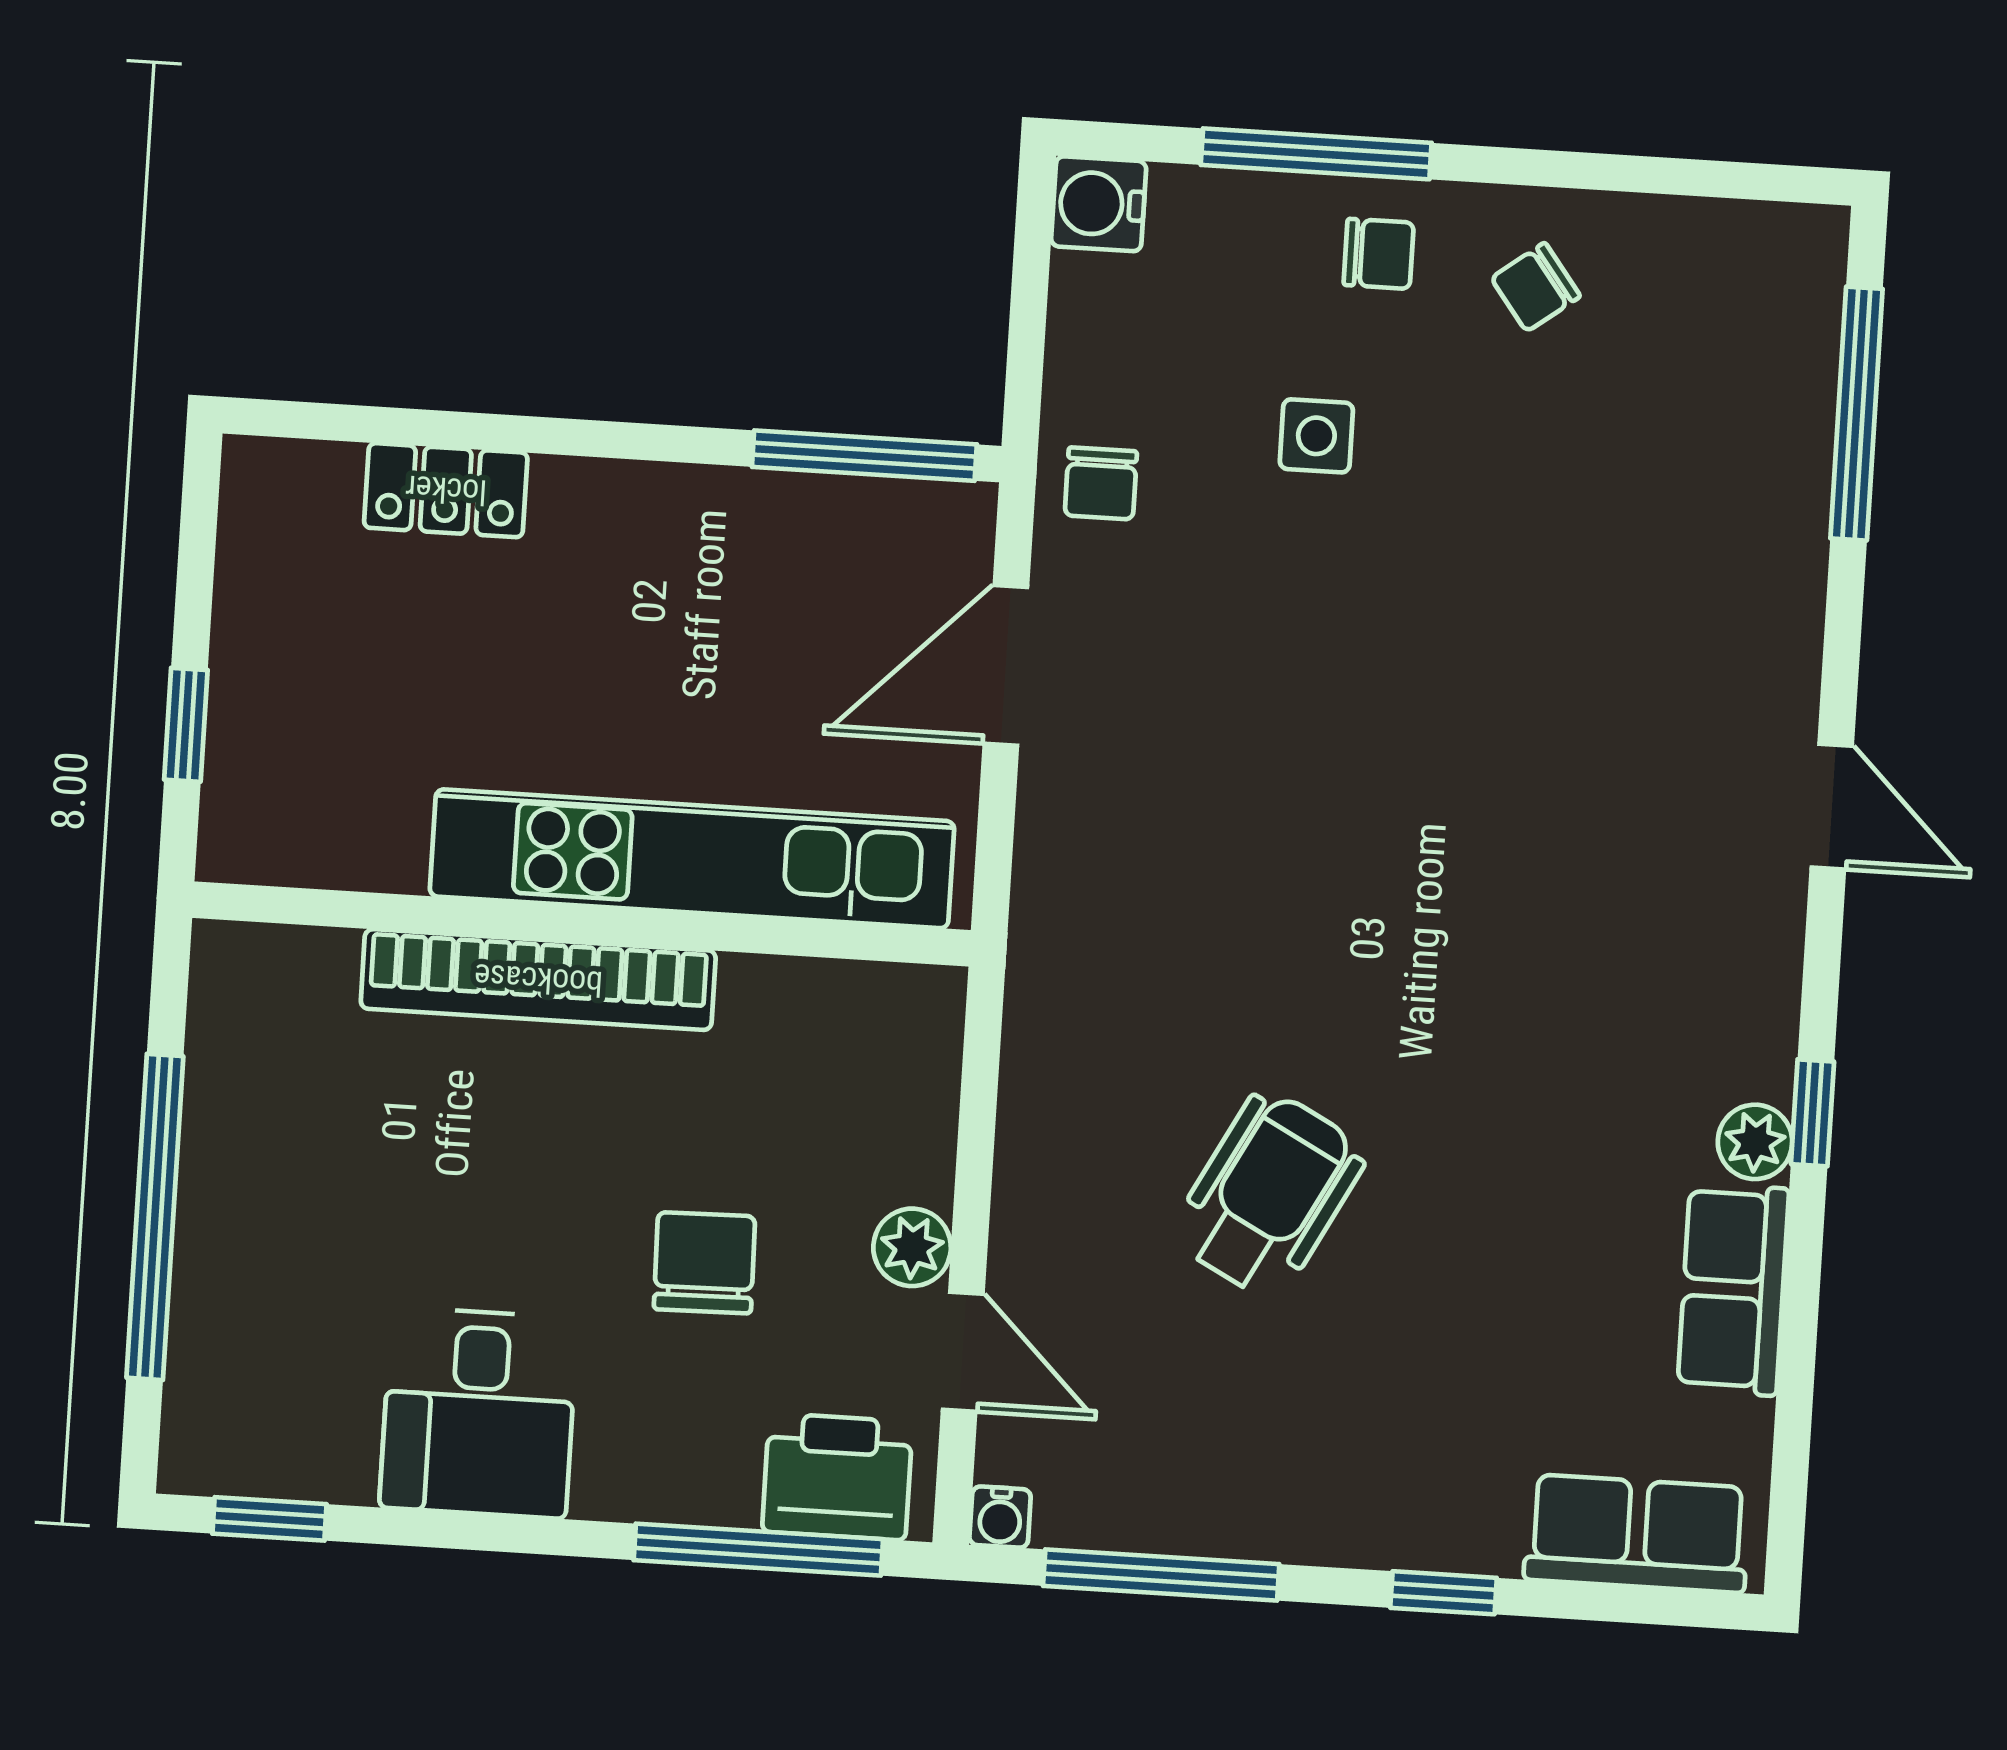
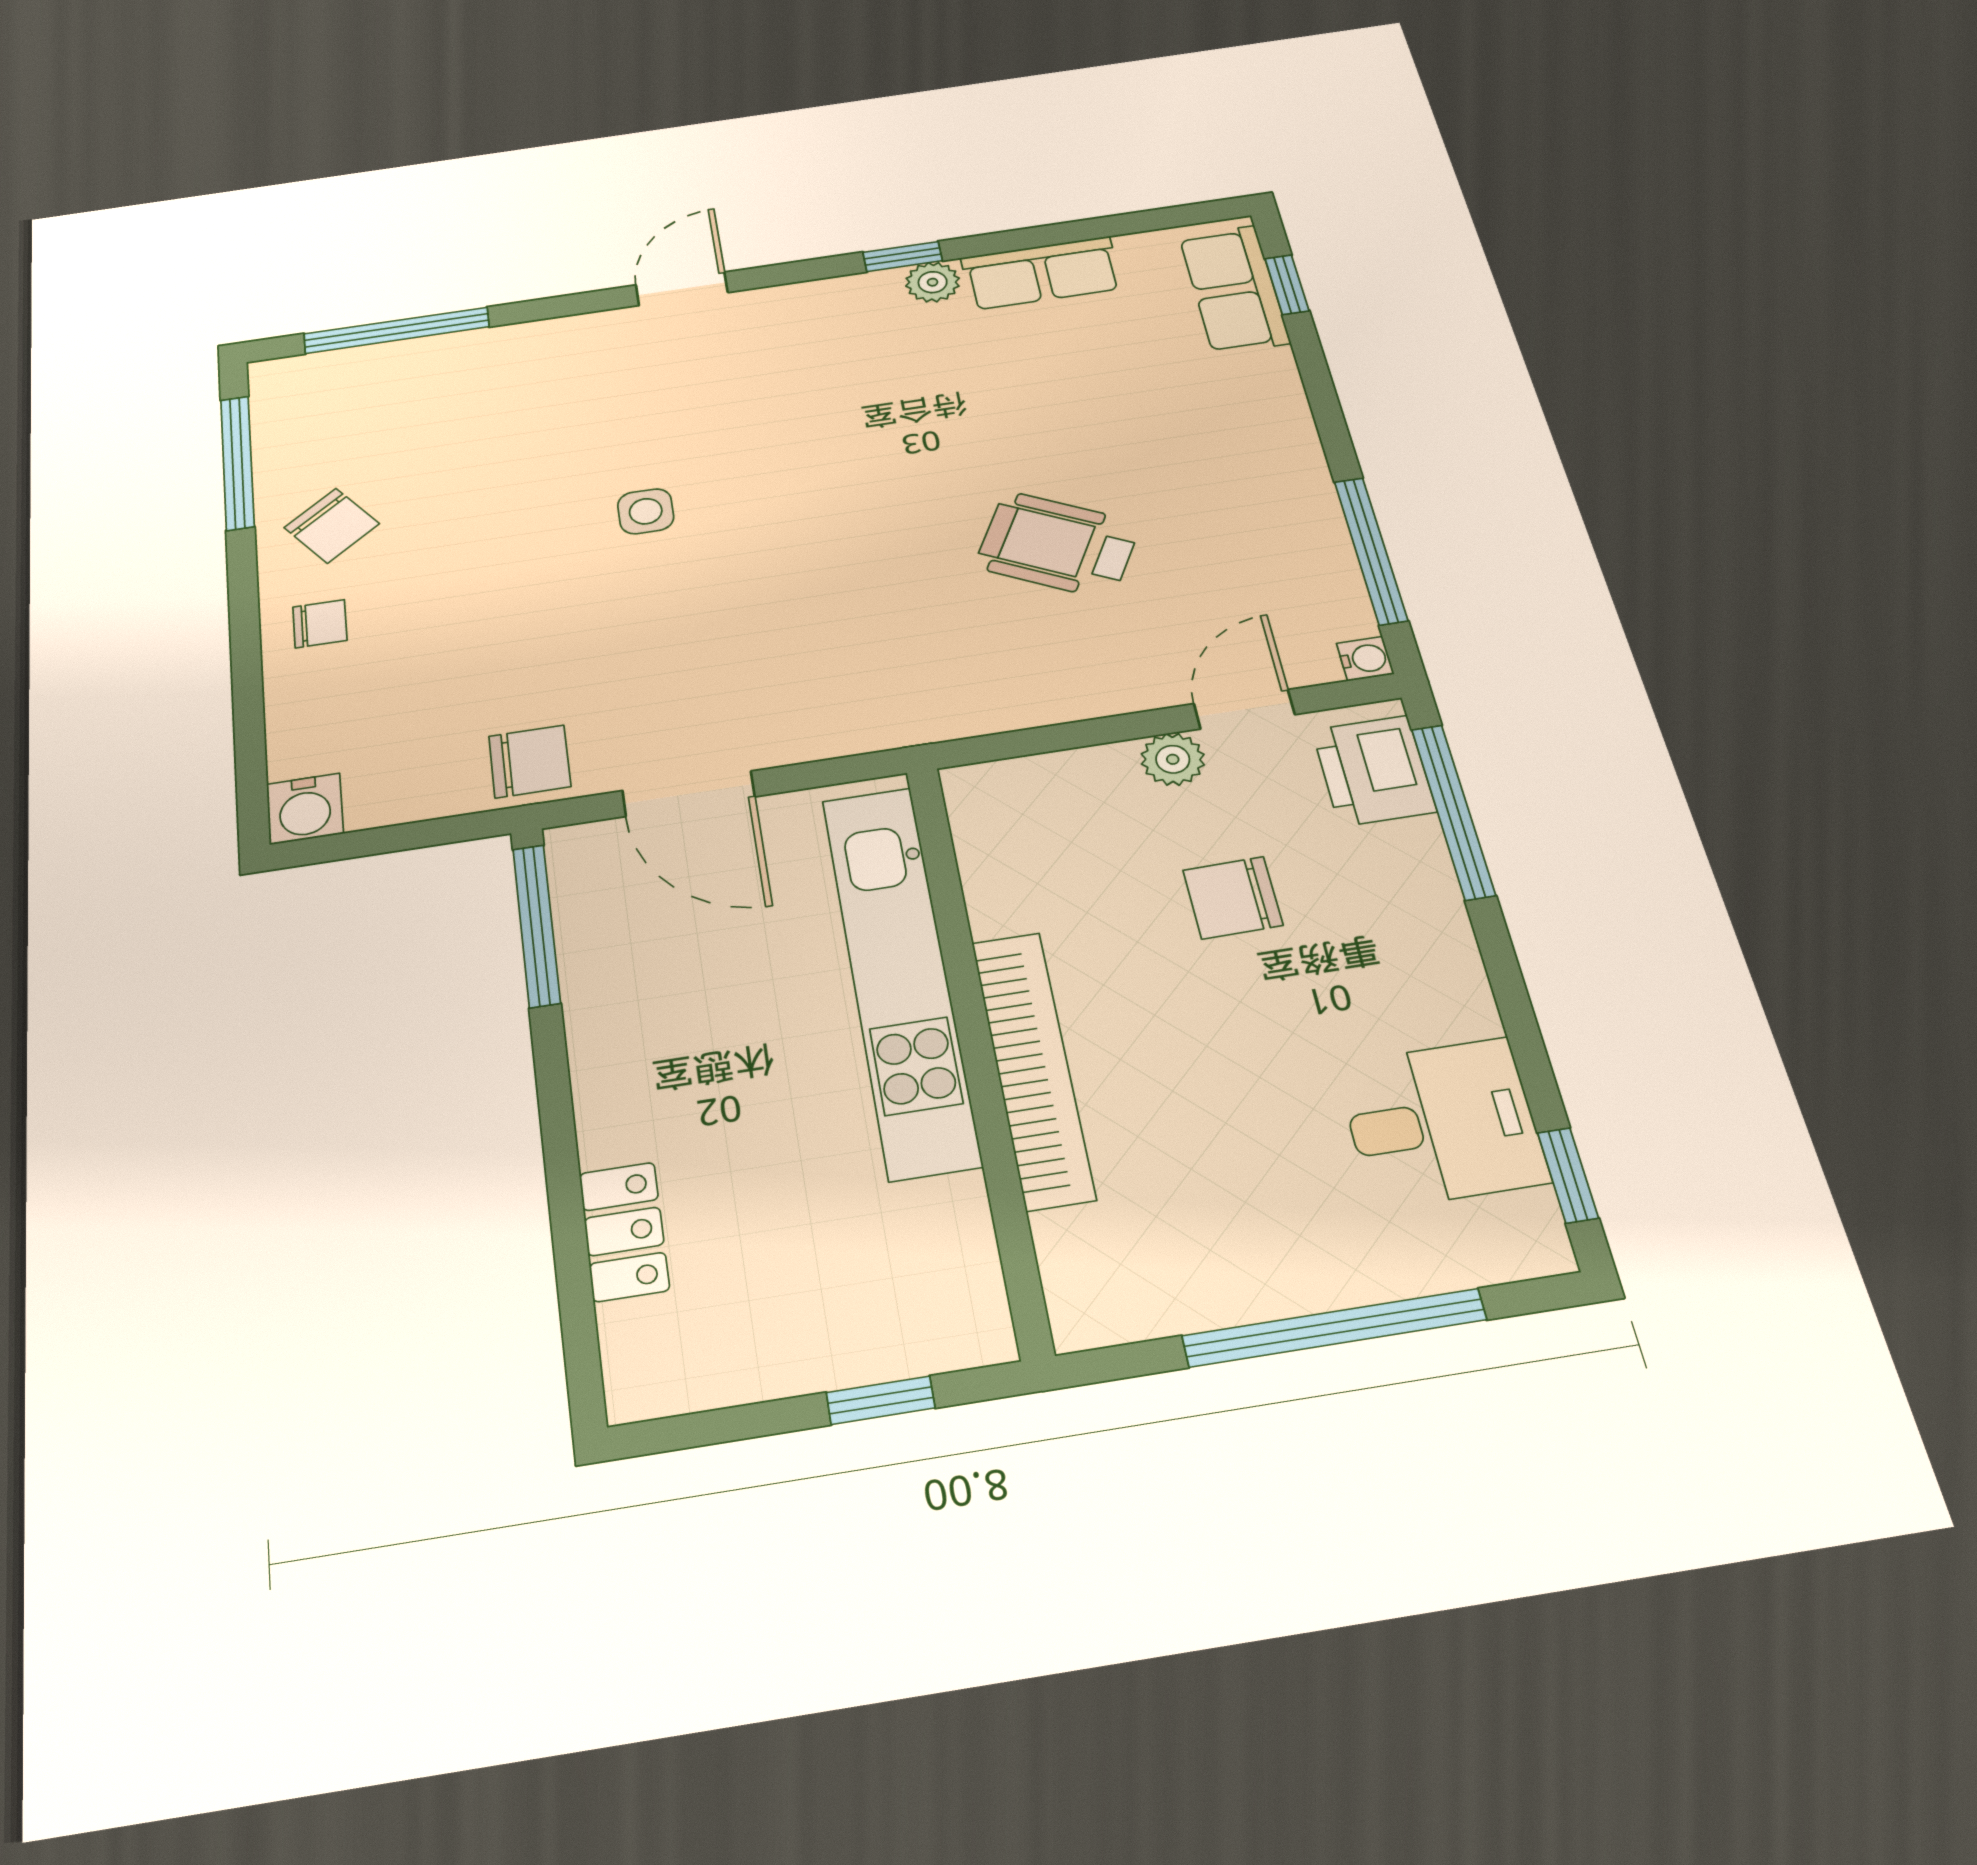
window: (1316, 154) -> (237, 463), moved
chair: (1379, 254) -> (320, 624), turned 90
chair: (1536, 287) -> (332, 526), width x1.37, depth x1.37
side table: (1316, 436) -> (646, 511), moved
chair: (1101, 483) -> (530, 761), width x1.37, depth x1.37
desk: (479, 1413) -> (1442, 1123), moved
window: (1444, 1593) -> (1287, 285), moved

